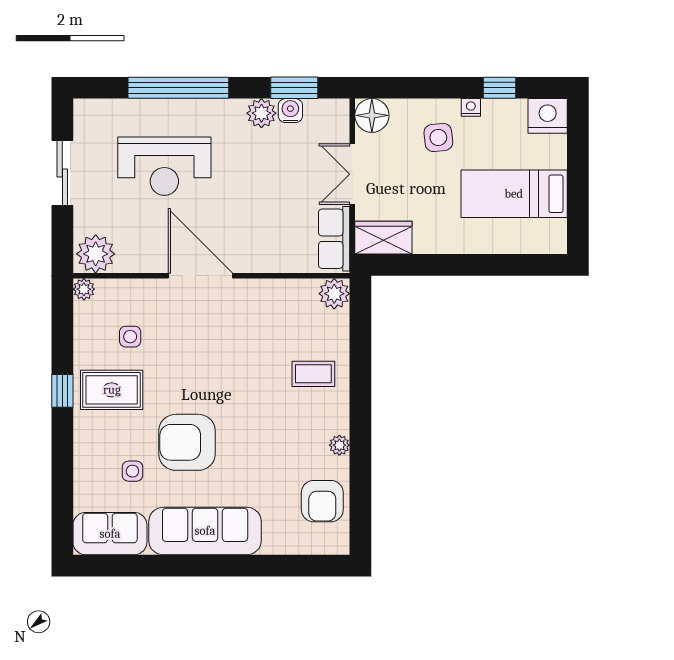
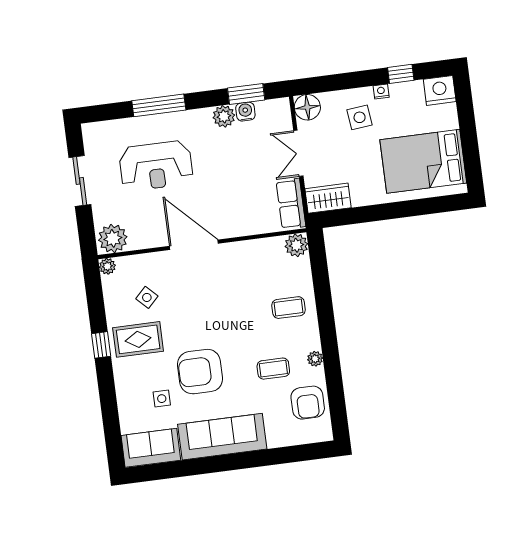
window: (178, 88) -> (159, 105), width x0.68
bed: (514, 194) -> (423, 161), width x1.50
side table: (130, 337) -> (147, 297), turned 45
coffee table: (283, 451) -> (273, 369), added

